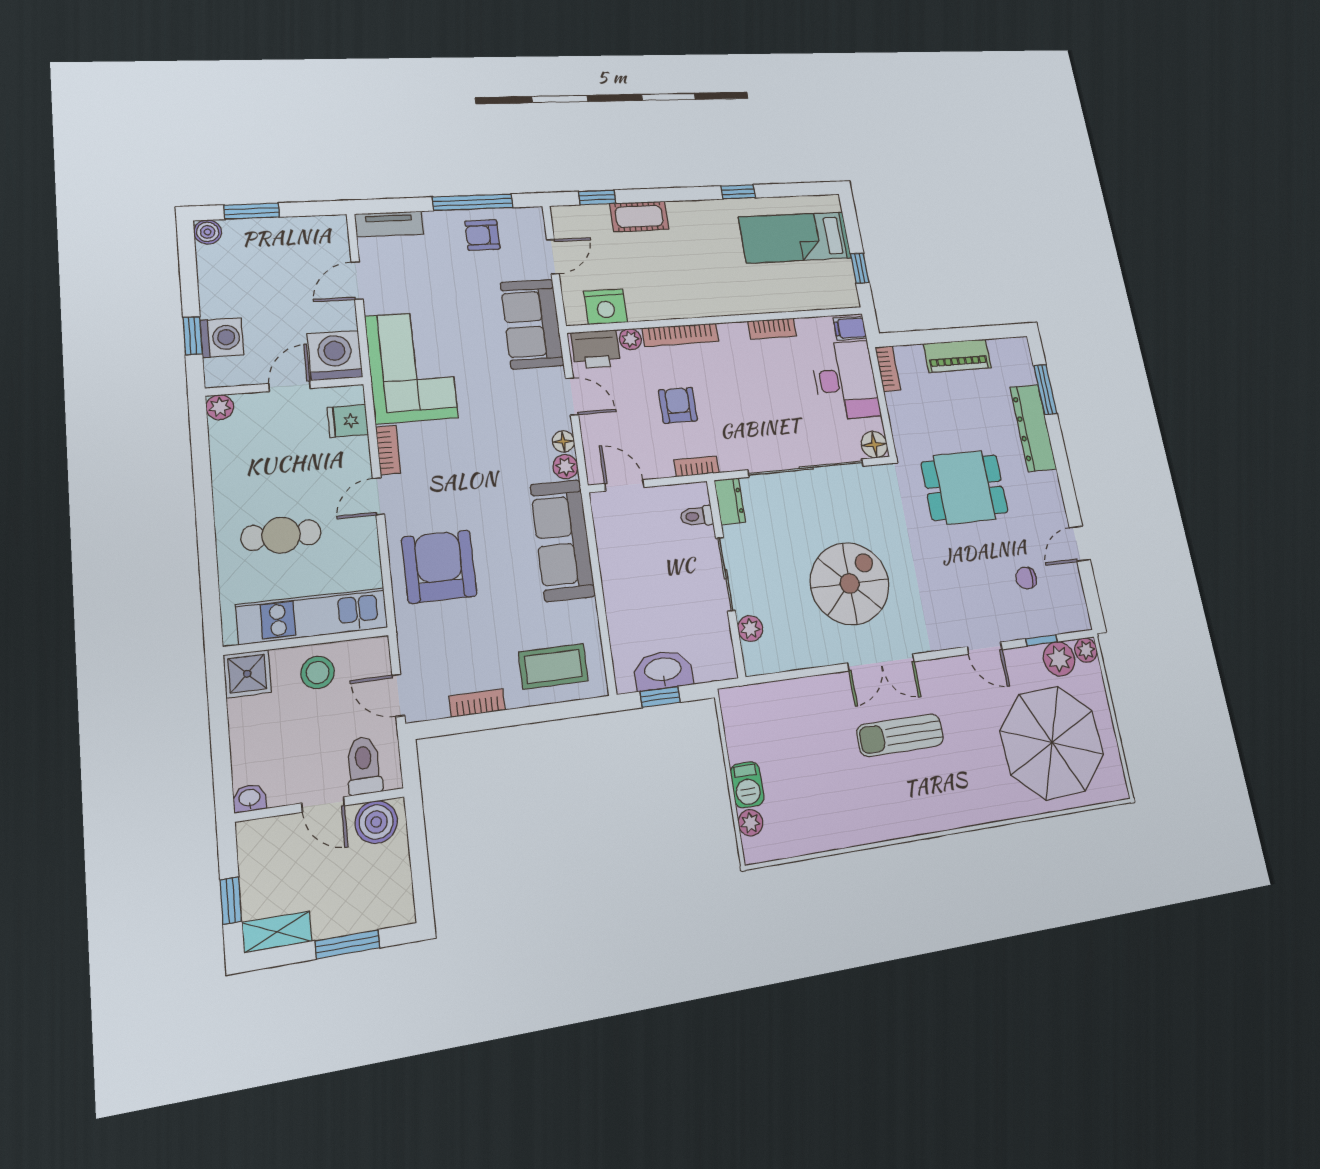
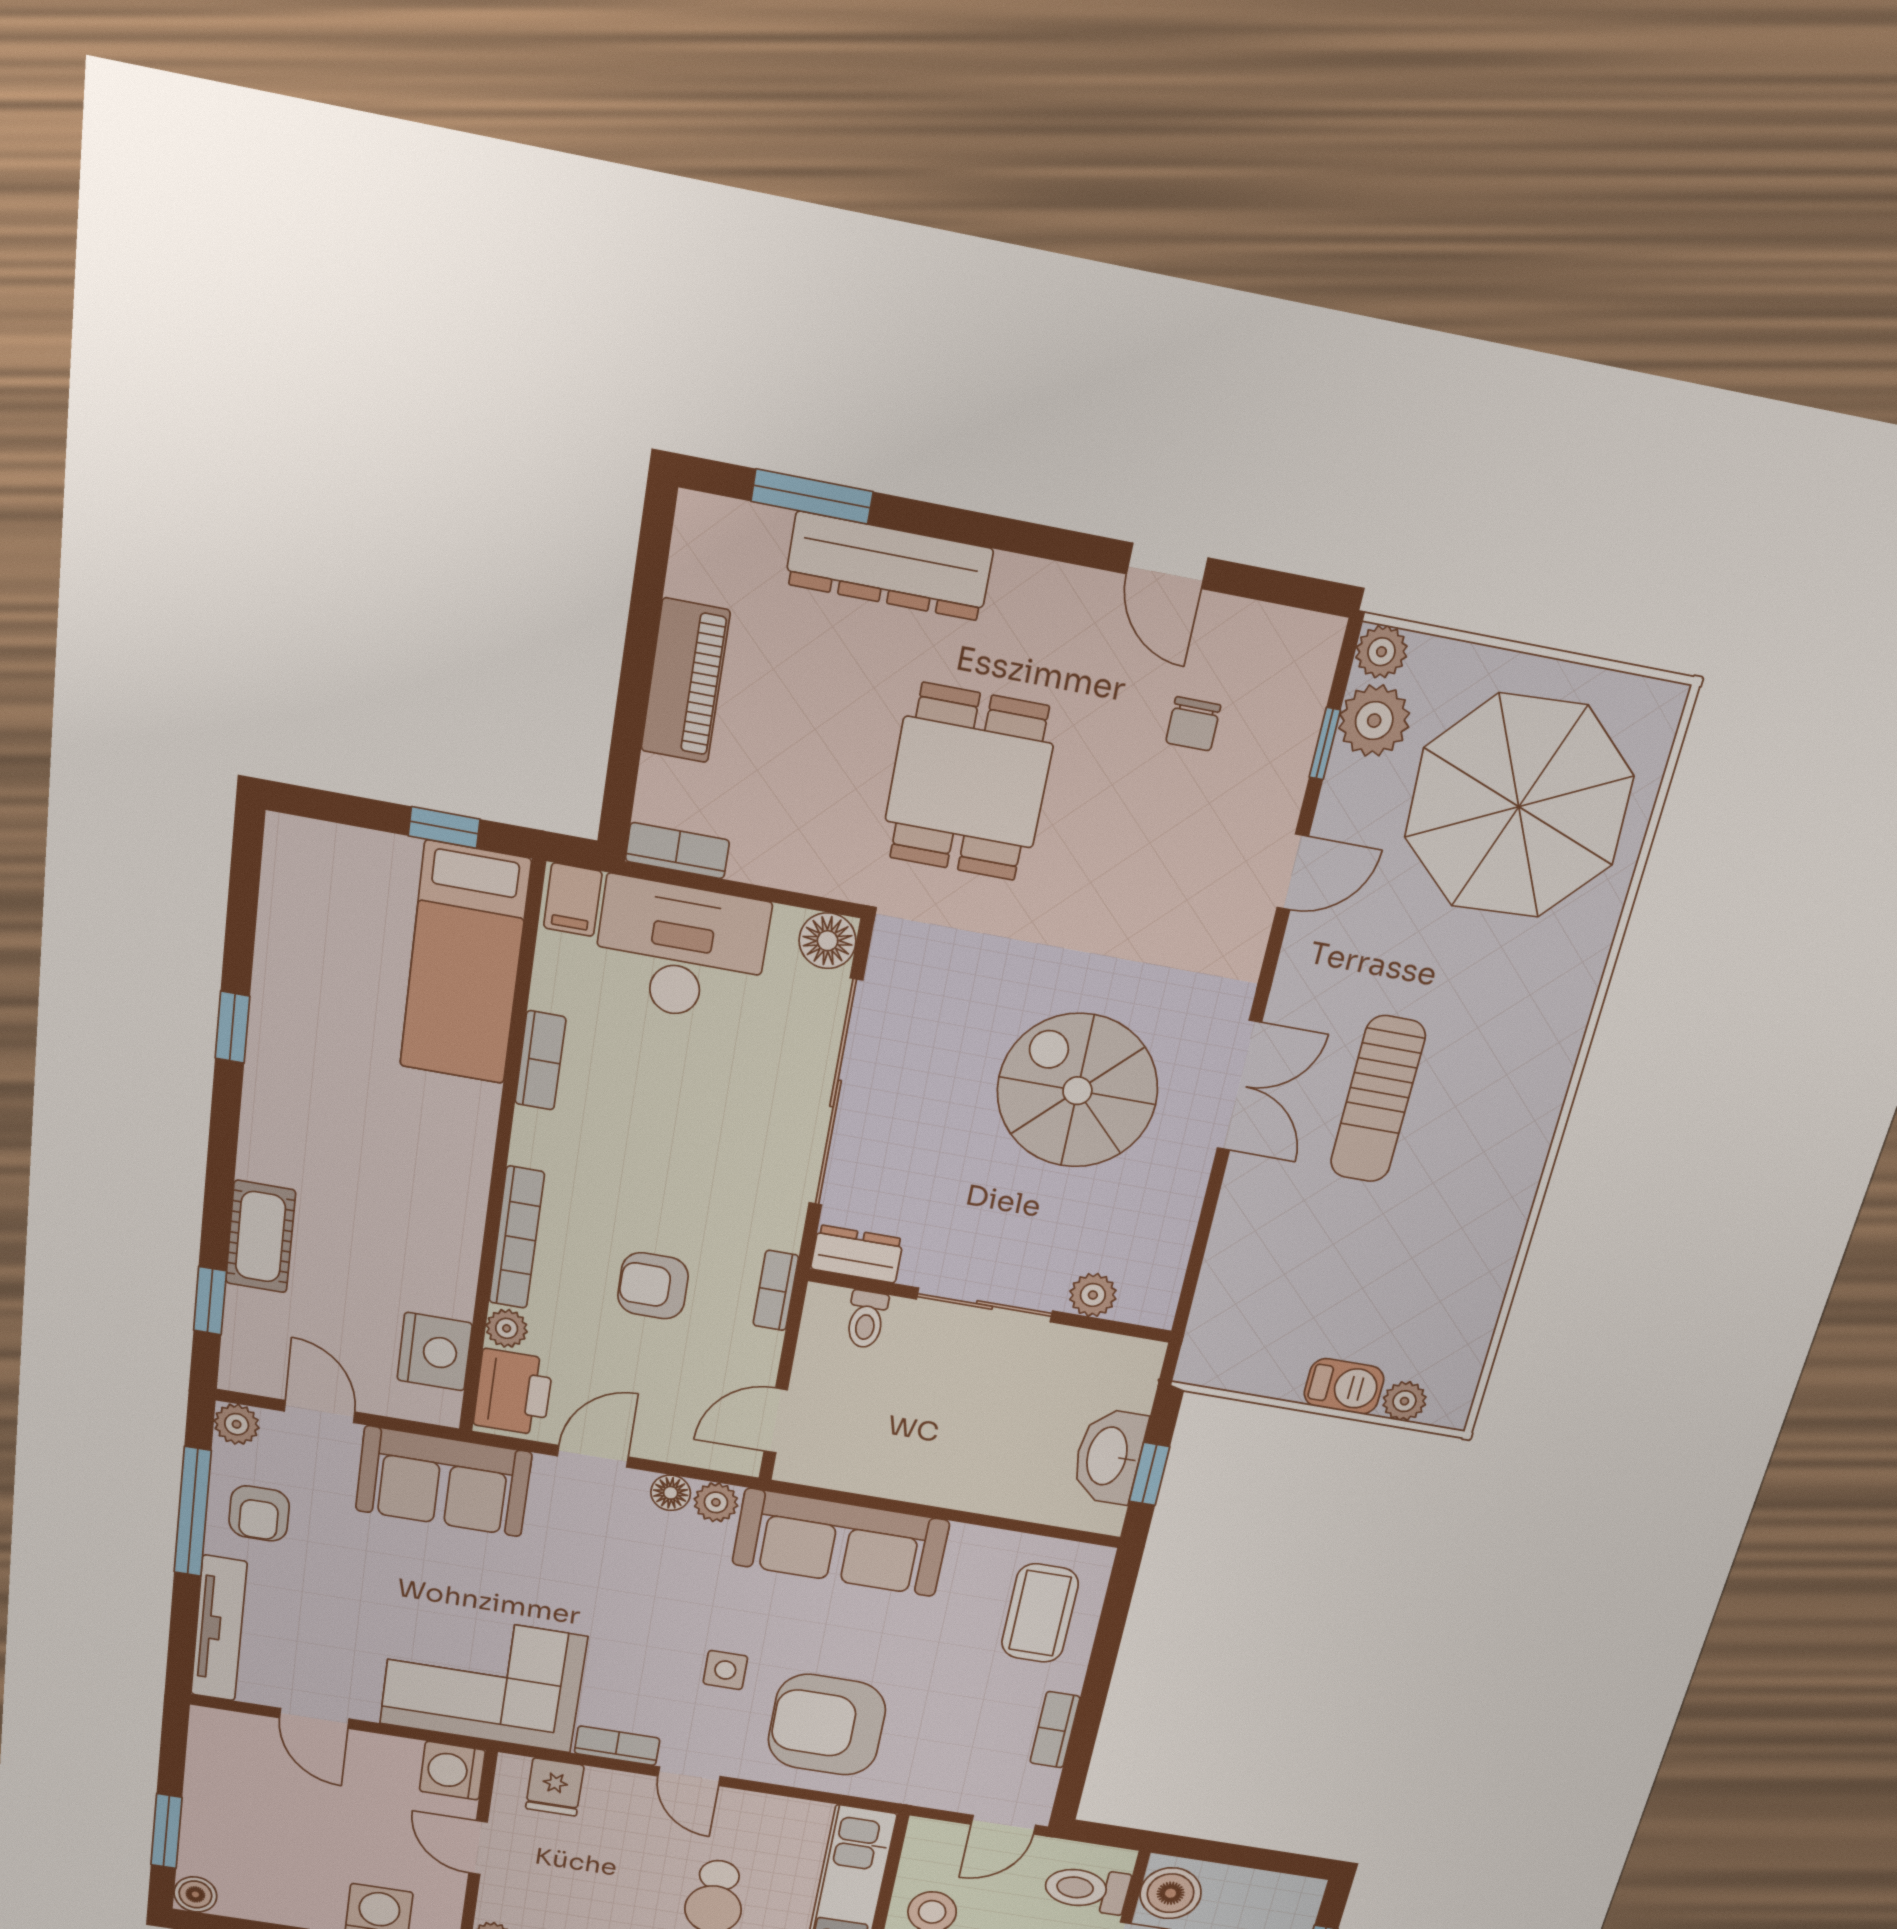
plant: (532, 218) -> (237, 1424), added
tv unit: (389, 224) -> (219, 1628), width x1.41
bed: (795, 238) -> (465, 964), moved
washing machine: (335, 355) -> (452, 1771), width x0.73, depth x0.73
side table: (459, 499) -> (725, 1670), added

